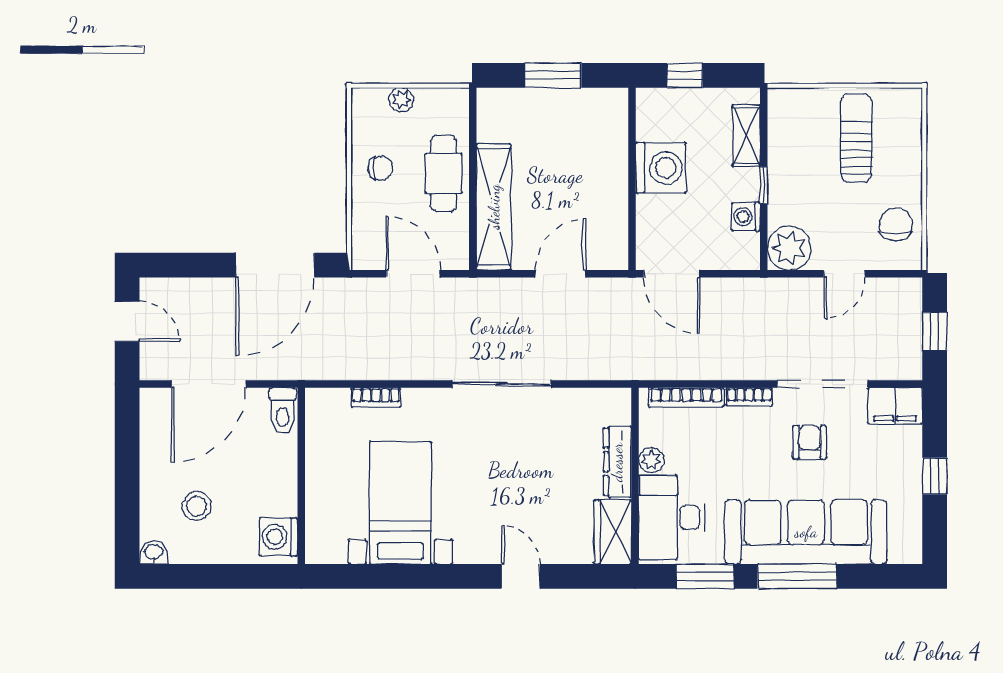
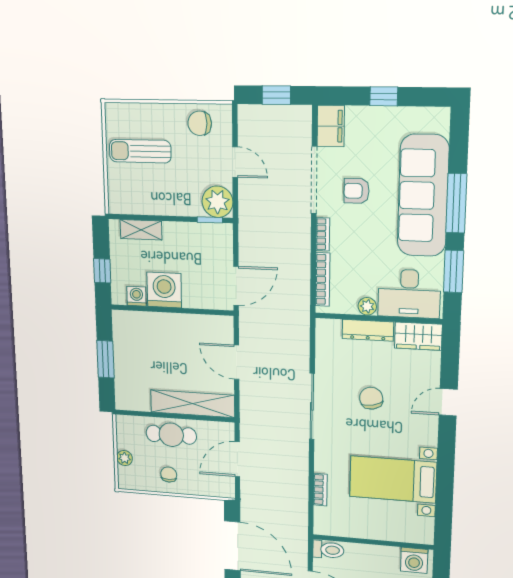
window: (764, 185) -> (210, 220), moved
washing machine: (746, 217) -> (137, 296), moved, turned 180
chair: (519, 469) -> (371, 398), added

